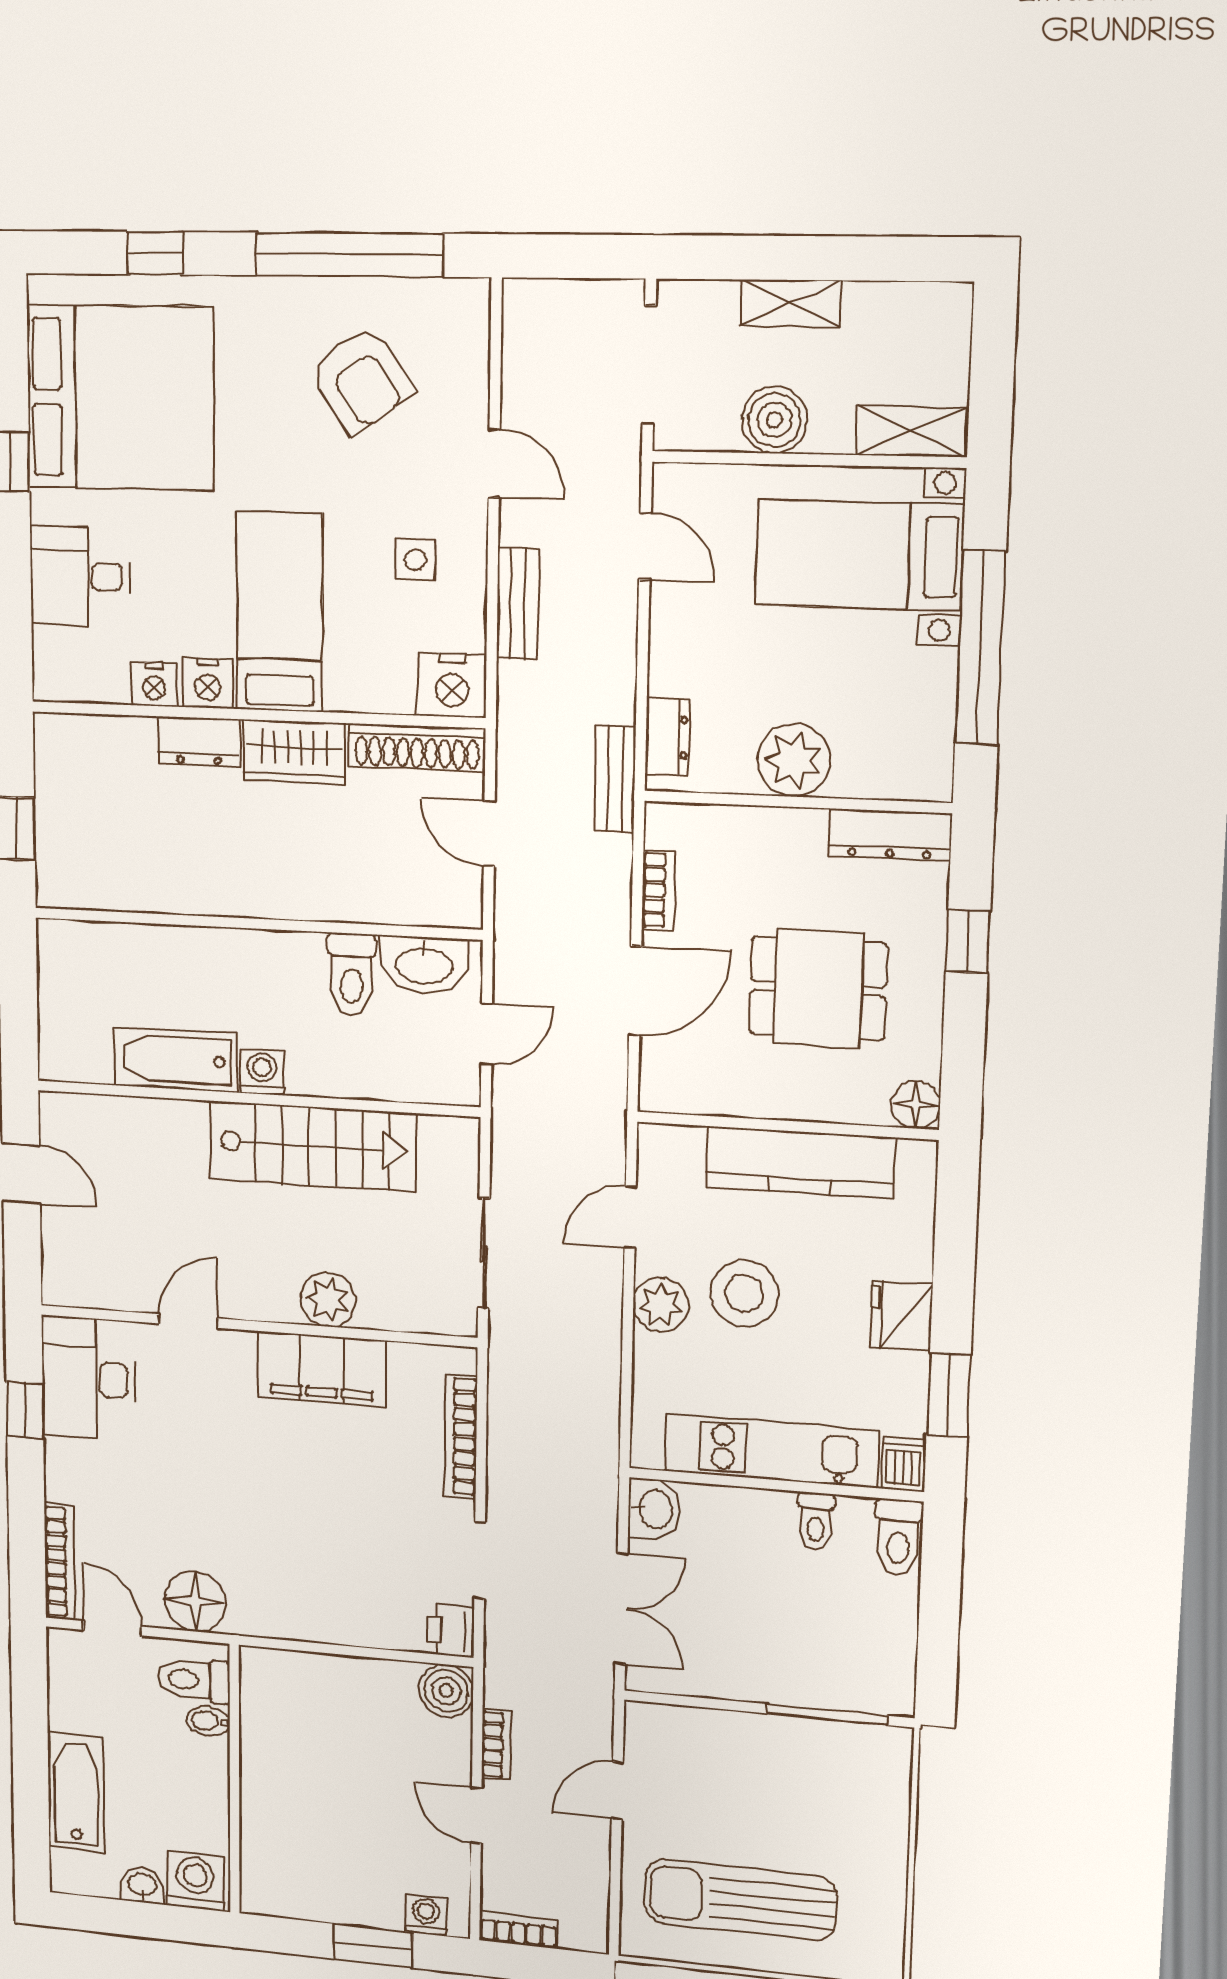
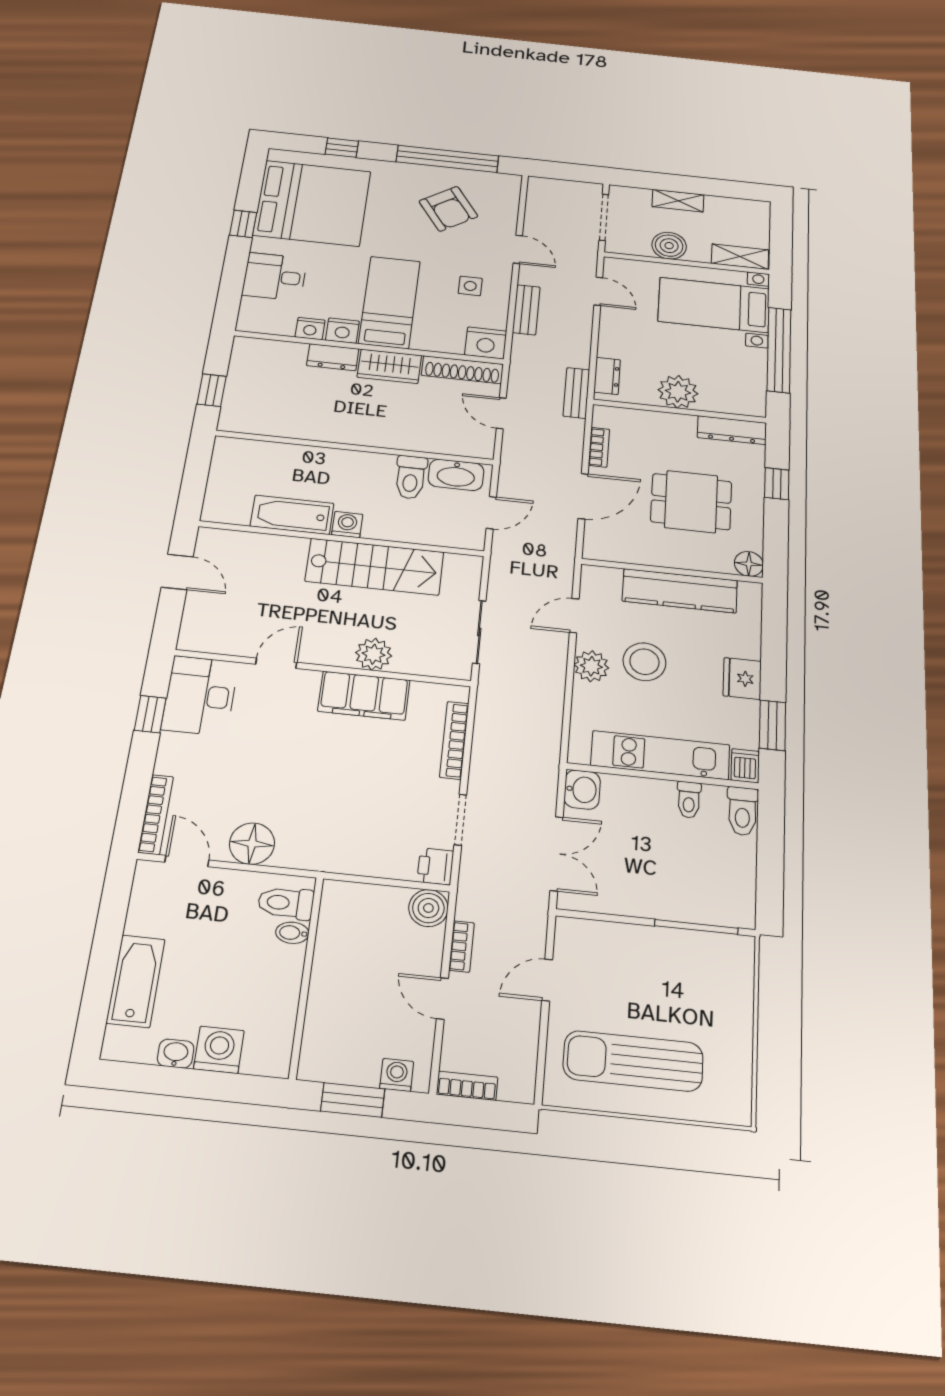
toilet: (194, 1680) -> (286, 903), moved
bidet: (208, 1721) -> (292, 933), moved
wall: (235, 1780) -> (306, 976), moved

